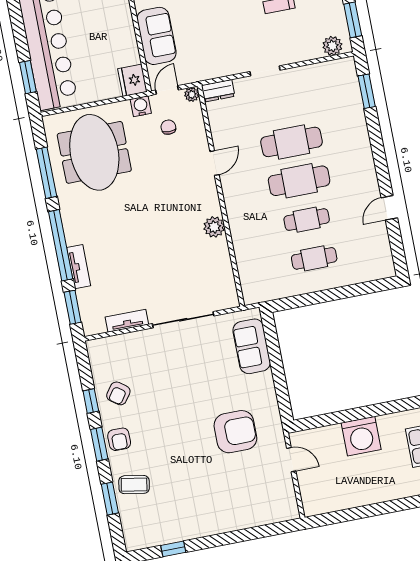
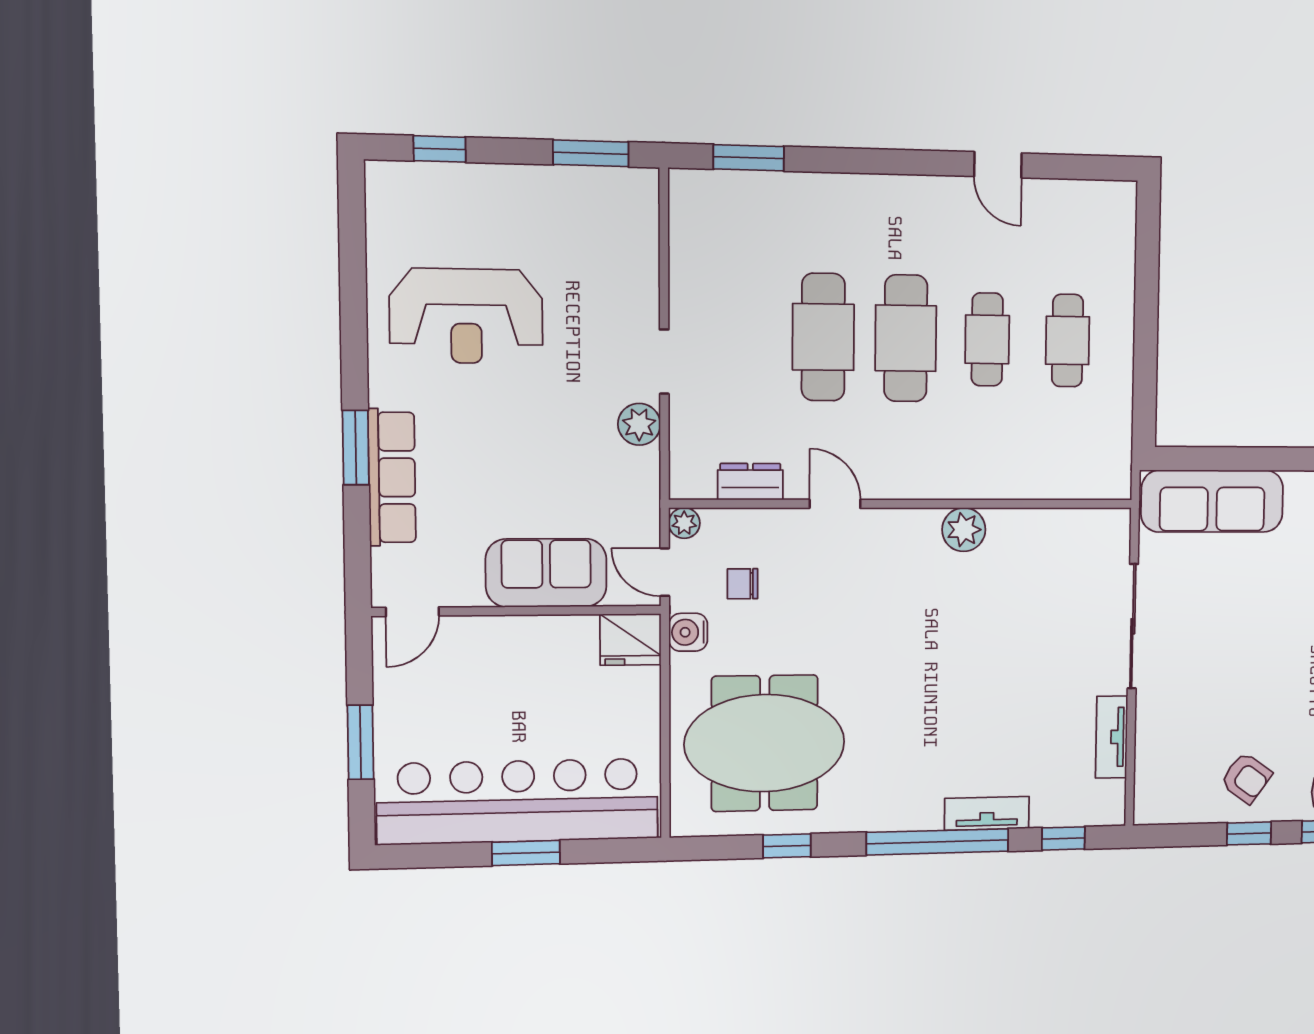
plant: (332, 46) -> (639, 424), moved
window: (28, 77) -> (526, 853), moved
dresser: (218, 91) -> (750, 482), moved, turned -90
window: (46, 173) -> (787, 846), width x0.46
window: (73, 307) -> (1063, 838), width x0.67
sofa: (252, 346) -> (1212, 501), width x1.36

